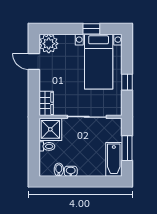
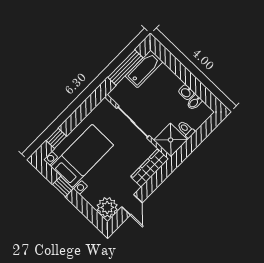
window: (127, 82) -> (56, 138), moved
wardrobe: (46, 103) -> (150, 168), width x1.50
window: (127, 148) -> (125, 68), width x1.44

